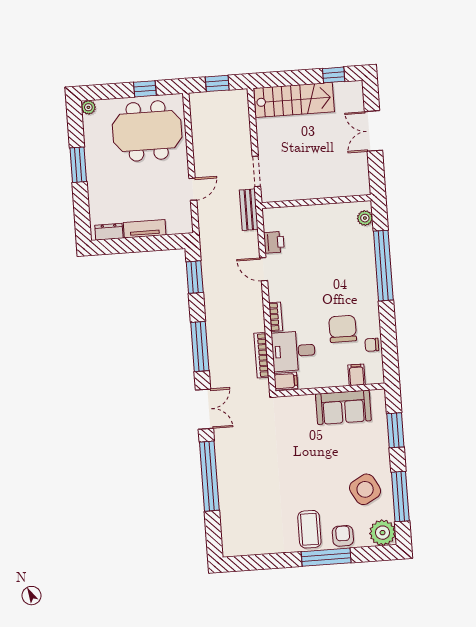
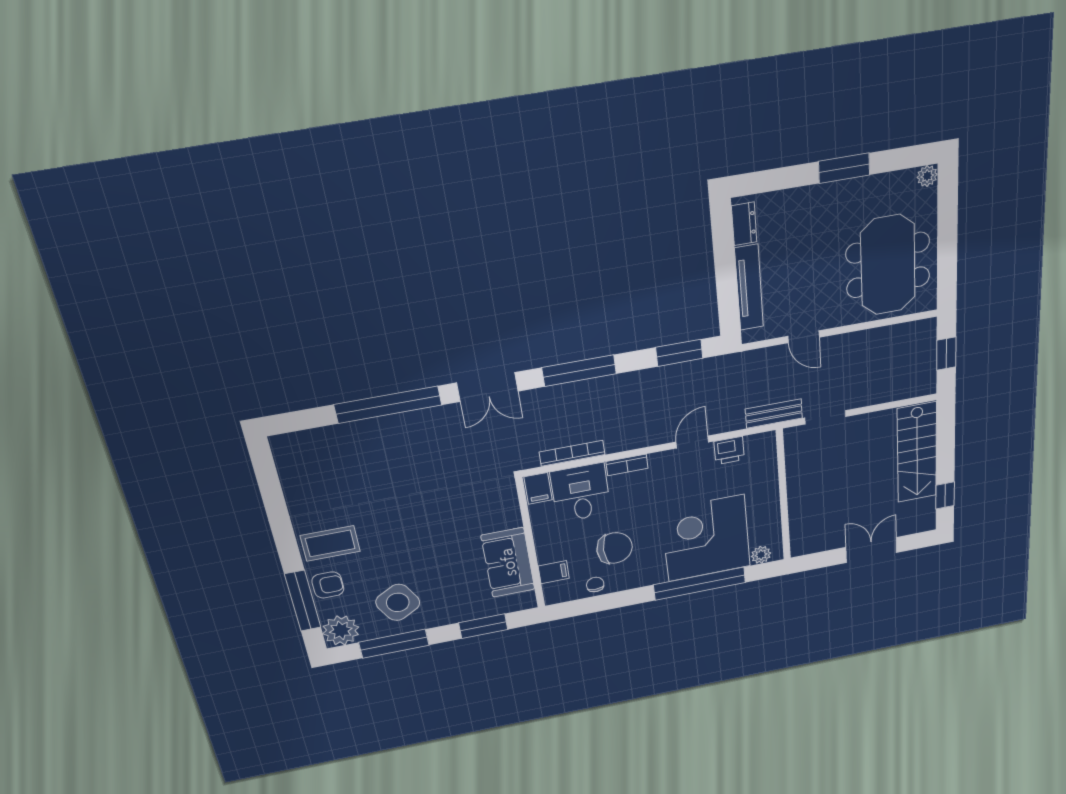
window: (145, 89) -> (947, 256), removed
tv unit: (145, 229) -> (749, 288), width x1.41
corner desk: (344, 260) -> (706, 538), added
window: (326, 557) -> (303, 601), moved

